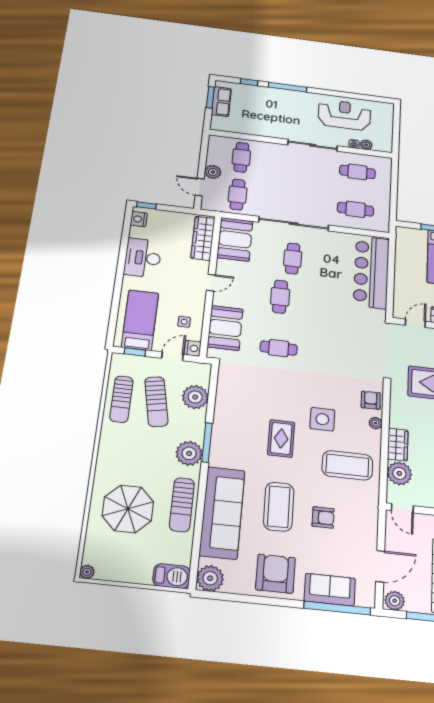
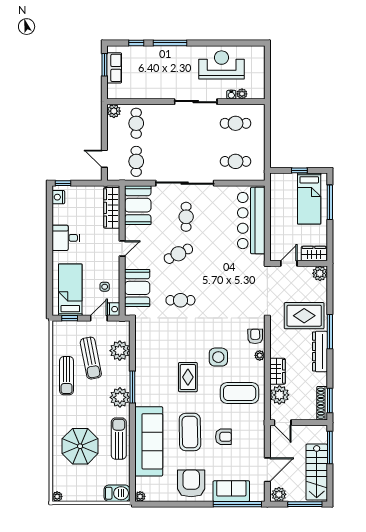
plant: (213, 172) -> (114, 111), moved
desk: (143, 258) -> (66, 238), width x0.73
cafe table: (280, 297) -> (178, 254), turned 63
sun lounger: (121, 399) -> (67, 376), moved
sun lounger: (182, 505) -> (119, 439), turned 180
plant: (210, 578) -> (140, 496), width x0.53, depth x0.53

